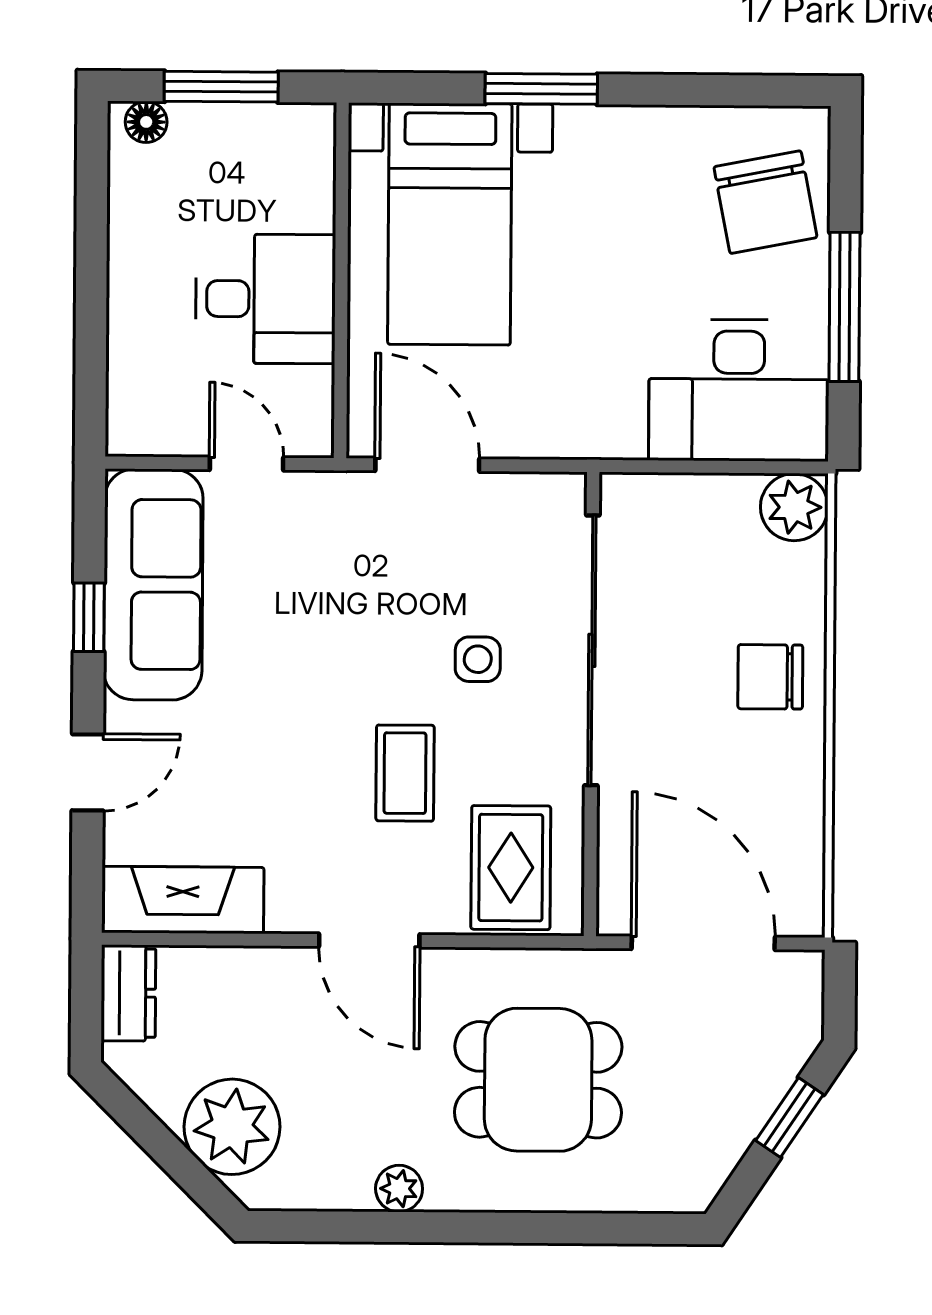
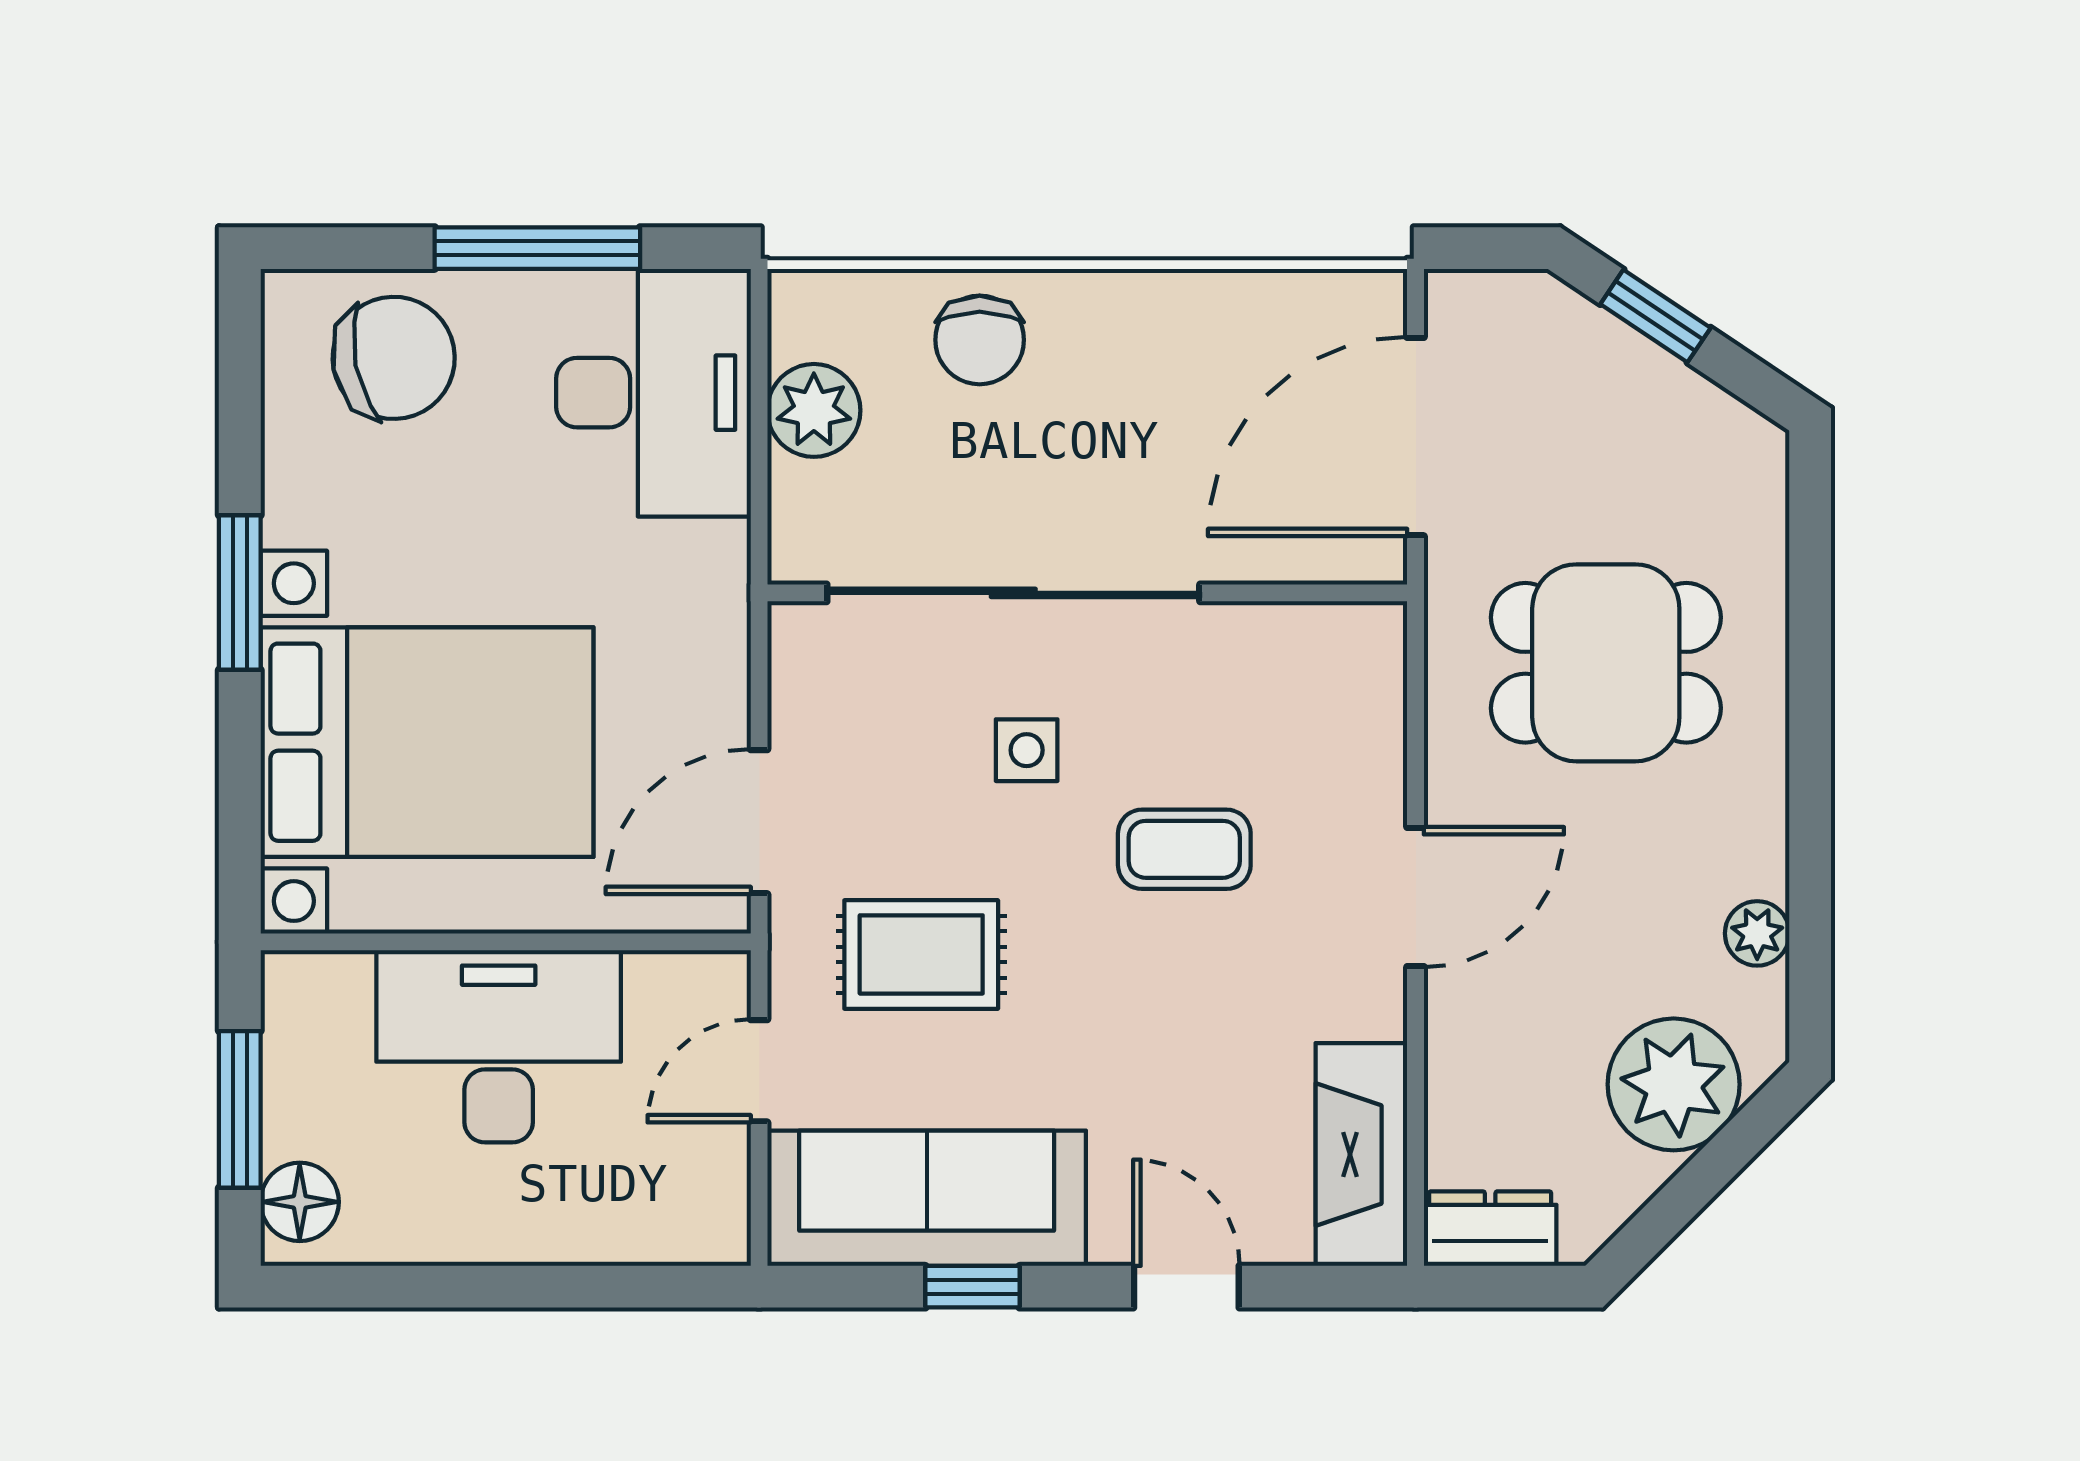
window: (541, 89) -> (240, 592), moved
floor lamp: (146, 122) -> (300, 1202), width x1.37, depth x1.37
bed with nightstands: (450, 224) -> (427, 742), width x1.36
desk: (265, 299) -> (499, 1046), width x1.37
plant: (794, 507) -> (814, 410), moved
chair: (770, 677) -> (980, 340), moved
rug: (511, 868) -> (921, 954), moved
dining table: (538, 1080) -> (1606, 663), turned 90
plant: (399, 1189) -> (1757, 933), moved

